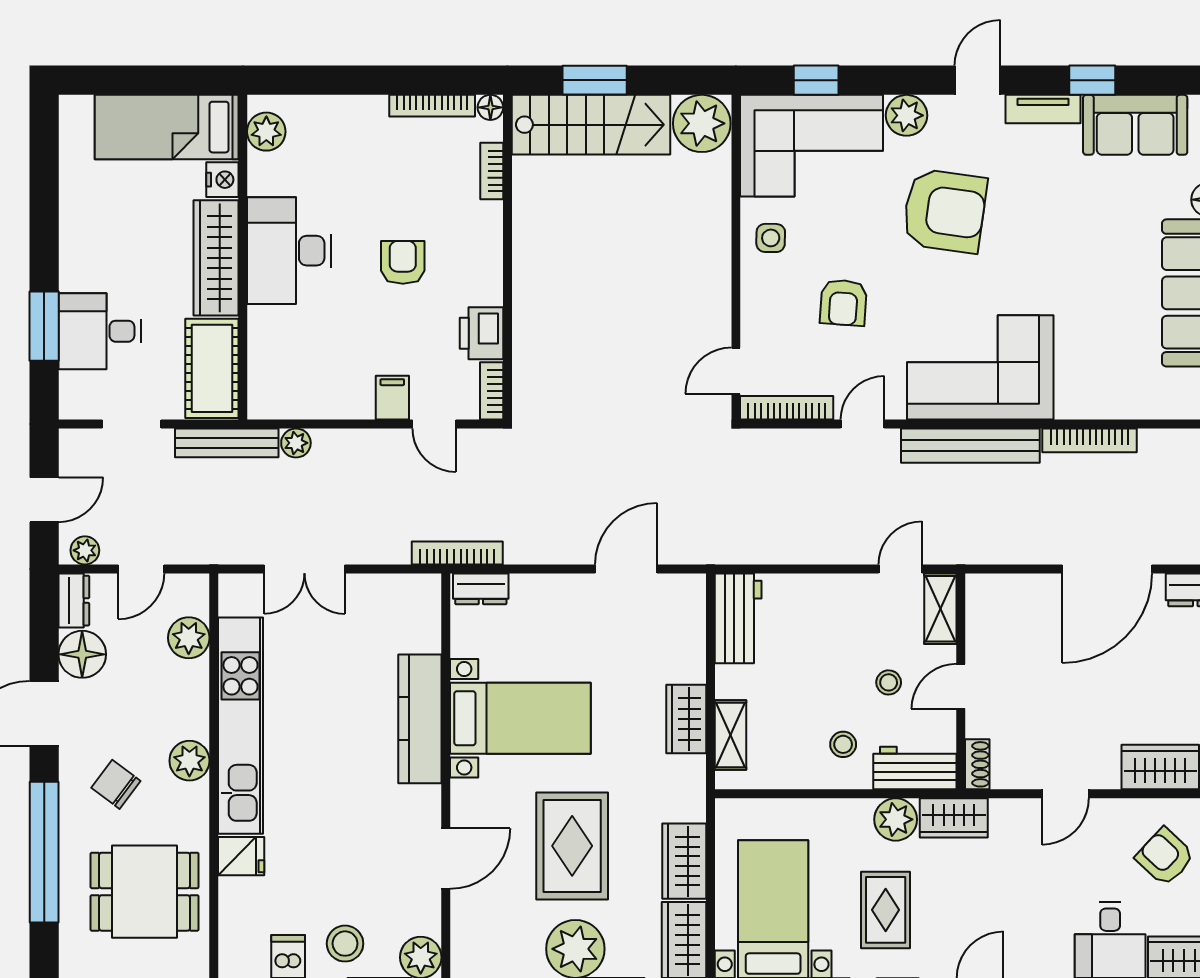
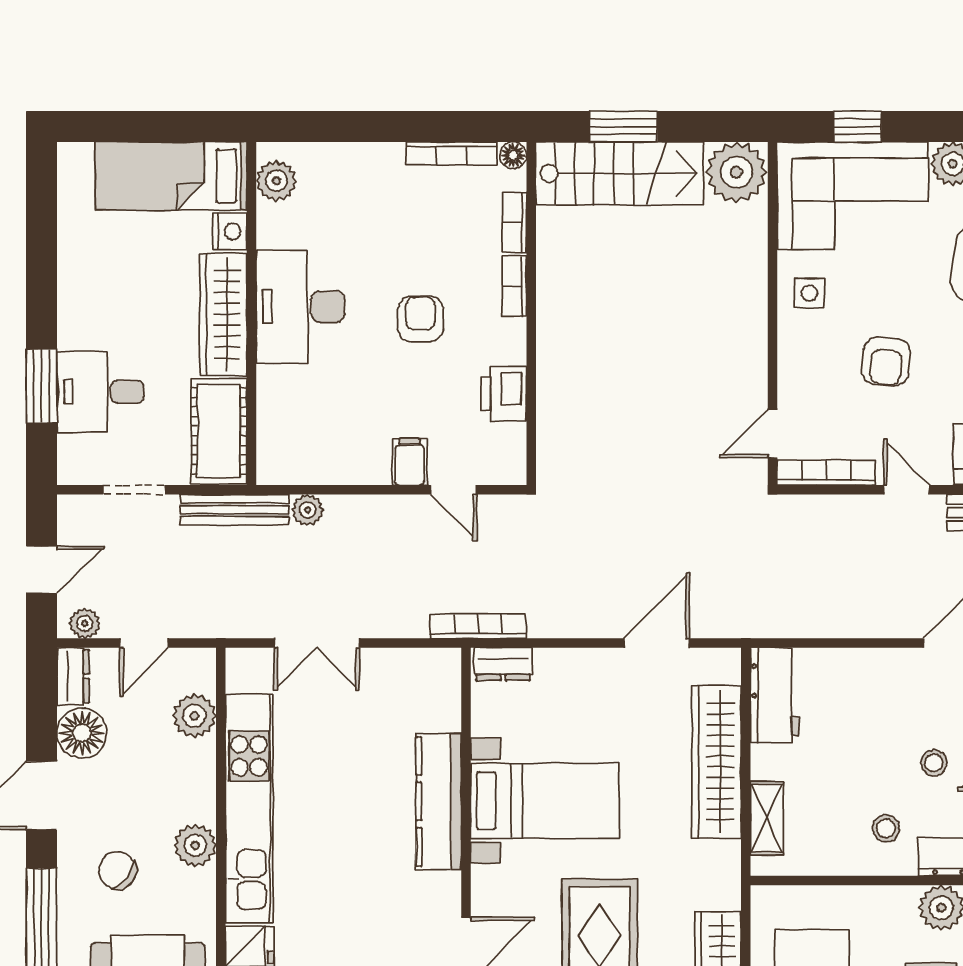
bookcase: (492, 391) -> (514, 286), moved
door: (863, 424) -> (906, 490), hinge flipped
wardrobe: (686, 719) -> (716, 762), width x2.10, depth x1.17

